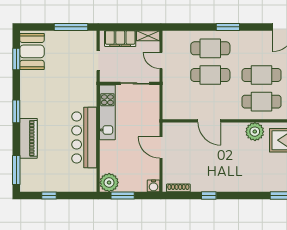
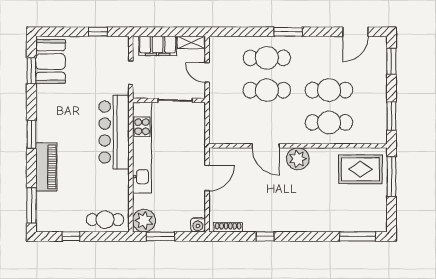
window: (71, 27) -> (98, 32), width x0.46
kitchen unit: (107, 112) -> (142, 148), width x1.36
plant: (255, 132) -> (298, 159), moved
bar counter: (84, 137) -> (114, 132), moved
door: (161, 147) -> (207, 178), swing flipped
cafe table: (77, 182) -> (105, 220), added

